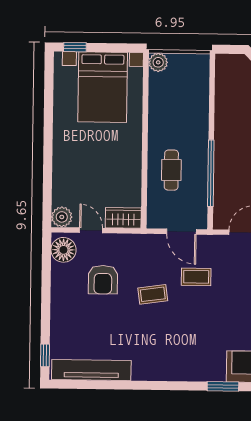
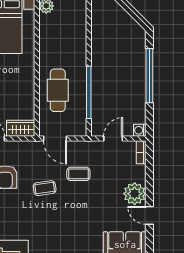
cafe table: (171, 170) -> (58, 90), width x1.37, depth x1.35
door: (181, 232) -> (55, 139), moved

